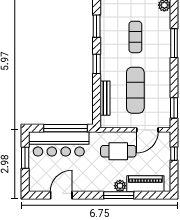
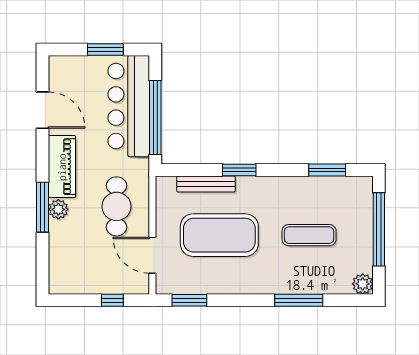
window: (97, 64) -> (239, 170), moved
exercise mat: (135, 90) -> (219, 235), width x1.47
piano: (145, 184) -> (62, 167), moved

